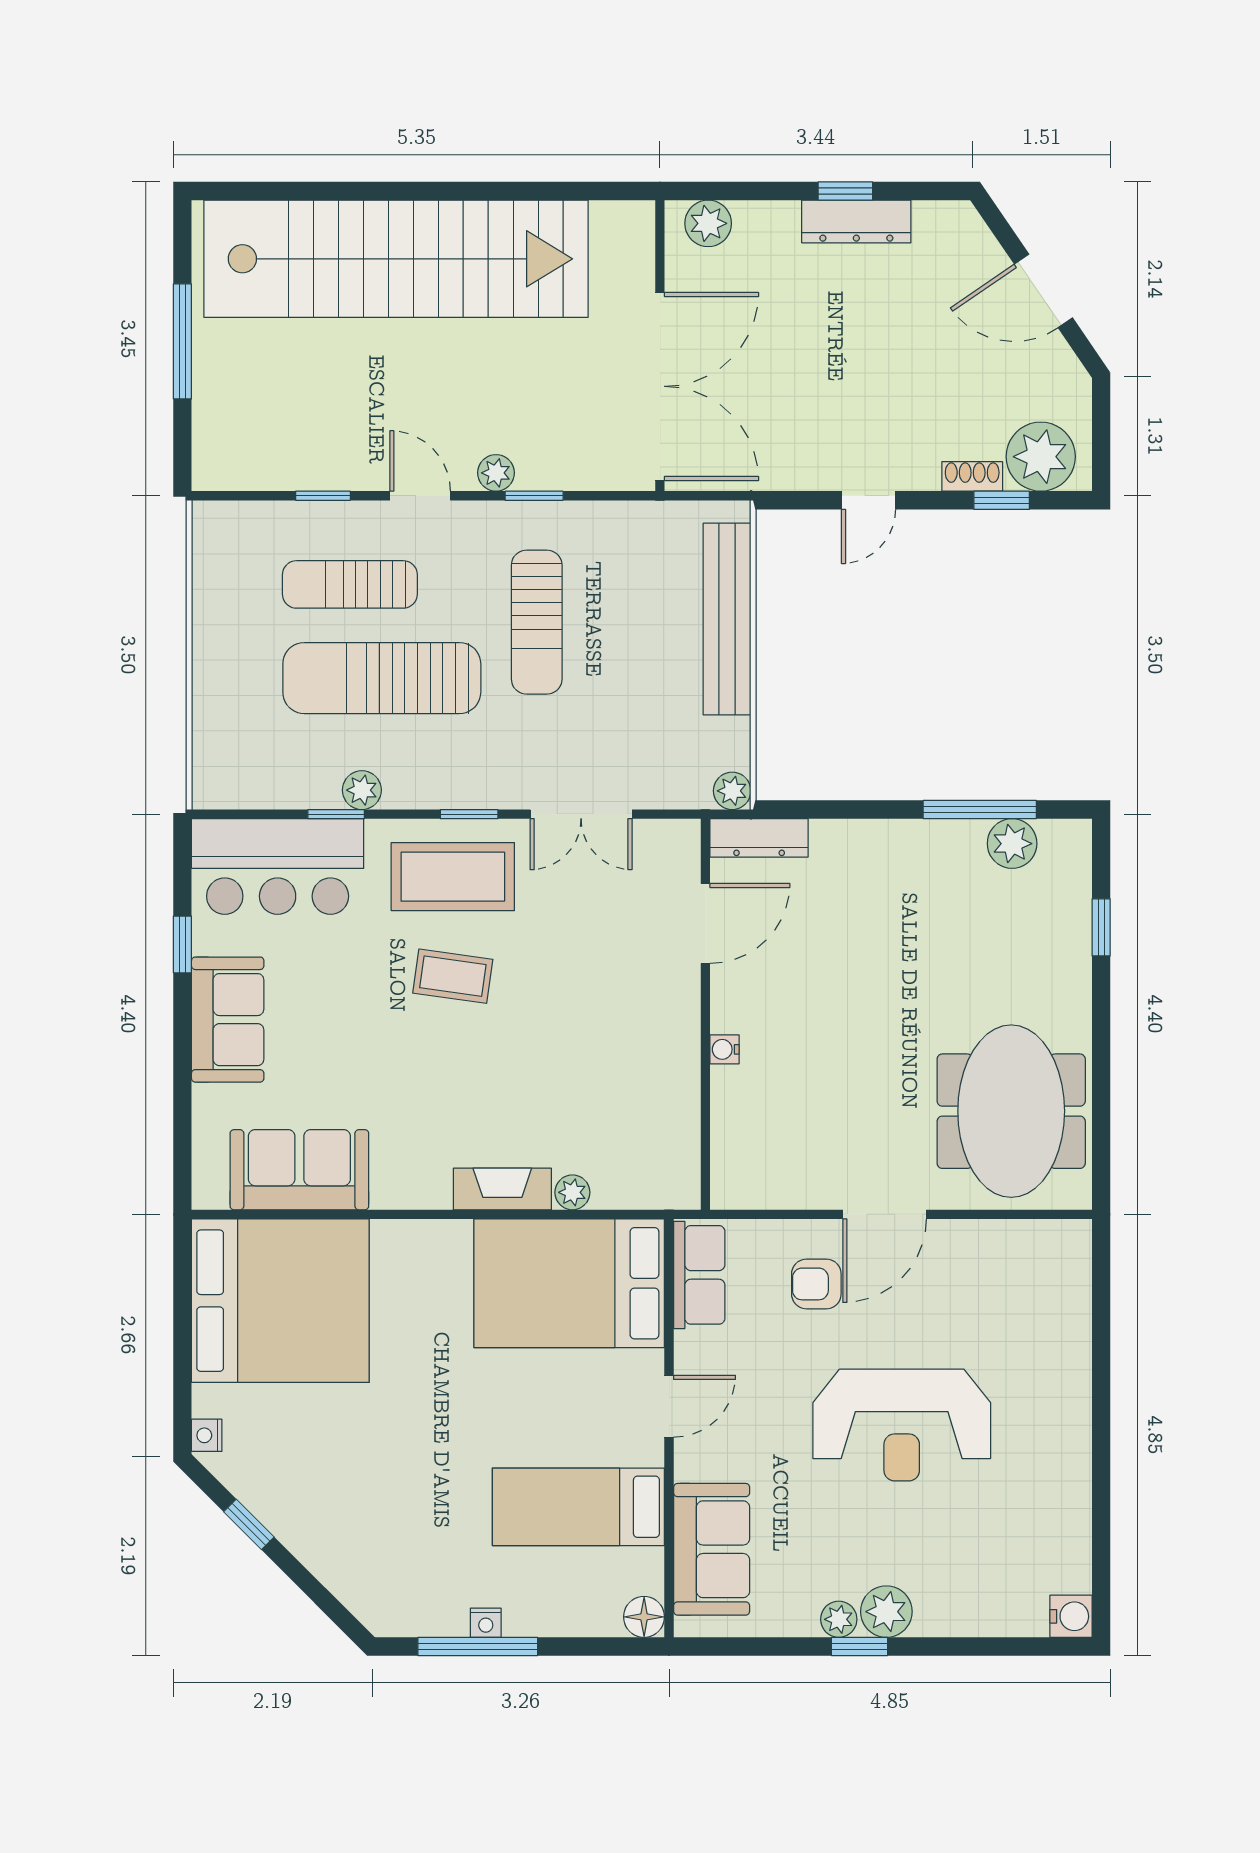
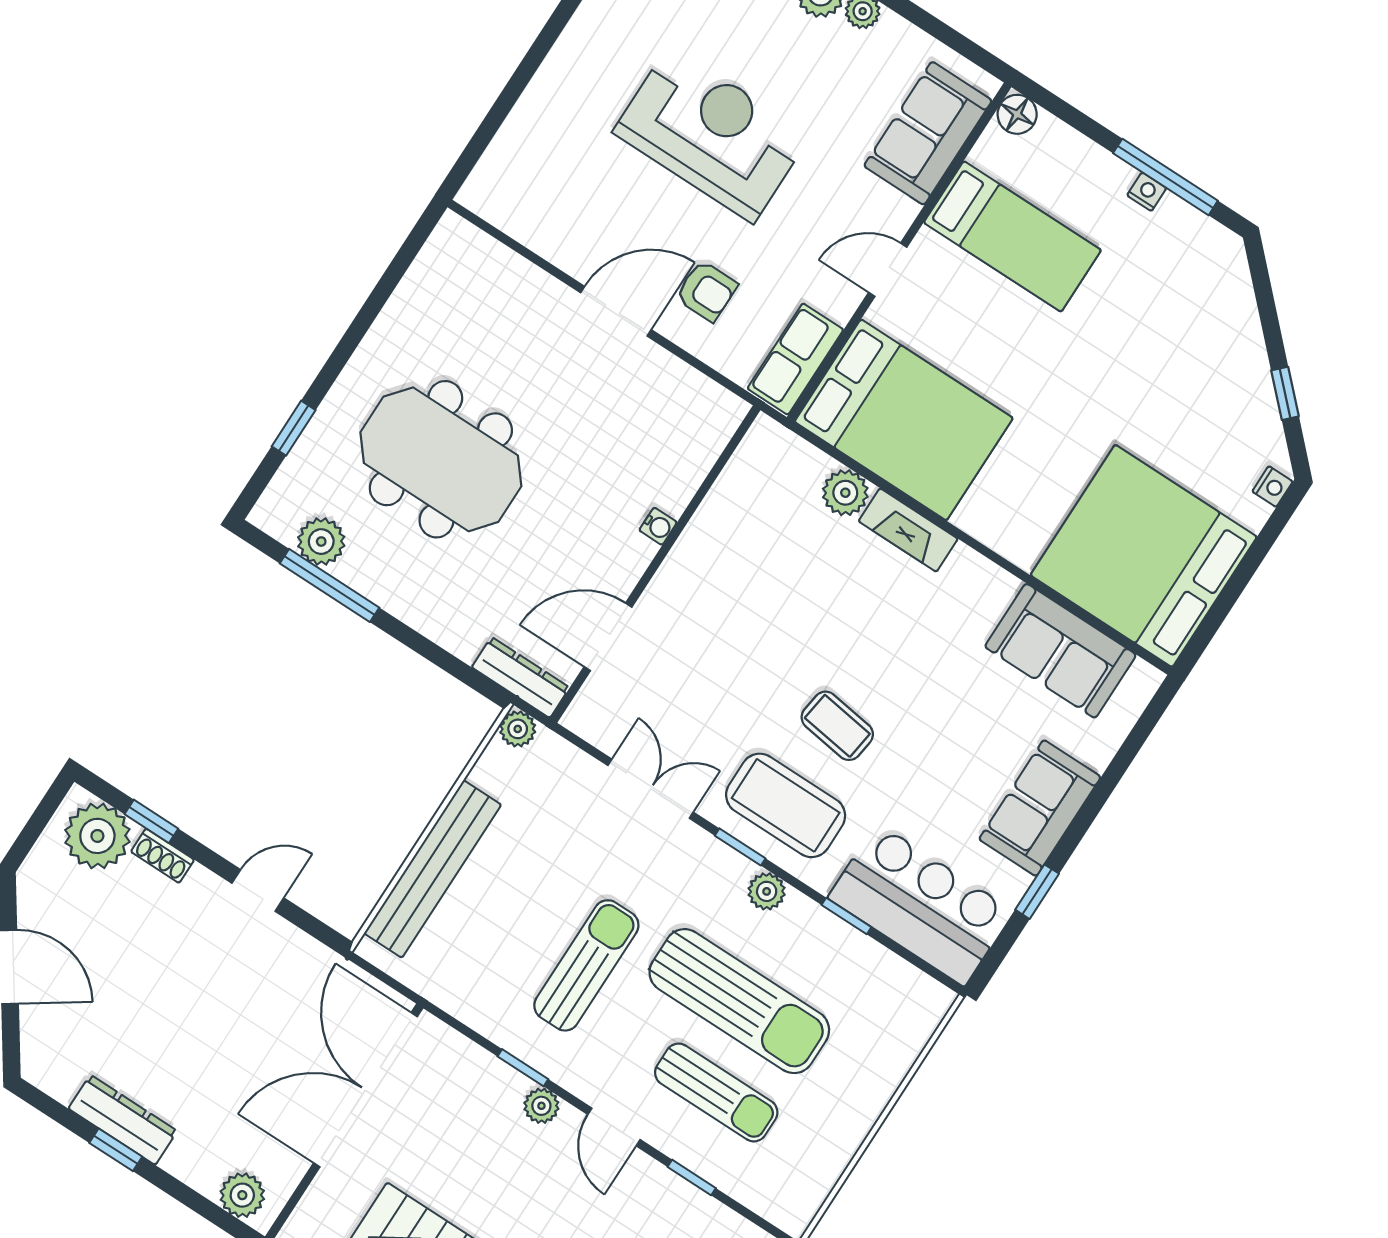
plant: (362, 790) -> (767, 891), moved
meeting table: (1011, 1111) -> (441, 459), moved, turned 90
plant: (572, 1192) -> (845, 493), width x1.38, depth x1.38

